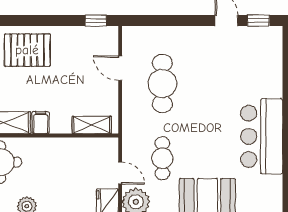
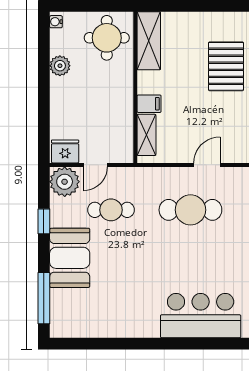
filing cabinet: (41, 122) -> (149, 104), moved
bar counter: (262, 136) -> (201, 316), moved

